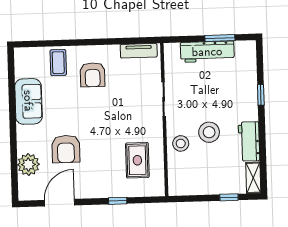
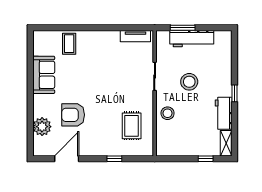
window: (220, 38) -> (183, 28), moved
armchair: (93, 75) -> (97, 55), removed
window: (261, 95) -> (235, 93), moved
stool: (209, 132) -> (189, 82), moved
armchair: (66, 149) -> (73, 115), turned 90

